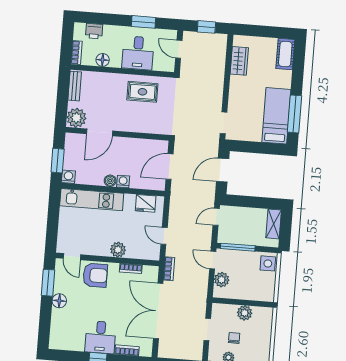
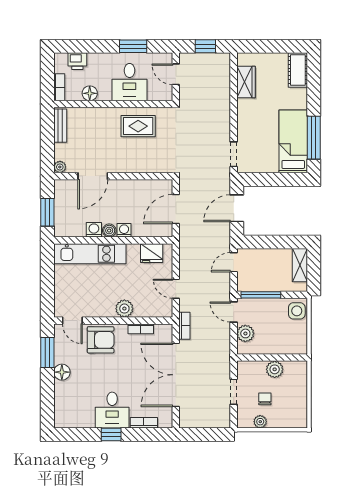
plant: (76, 118) -> (60, 167), width x0.53, depth x0.53
washing machine: (68, 177) -> (94, 230), moved

